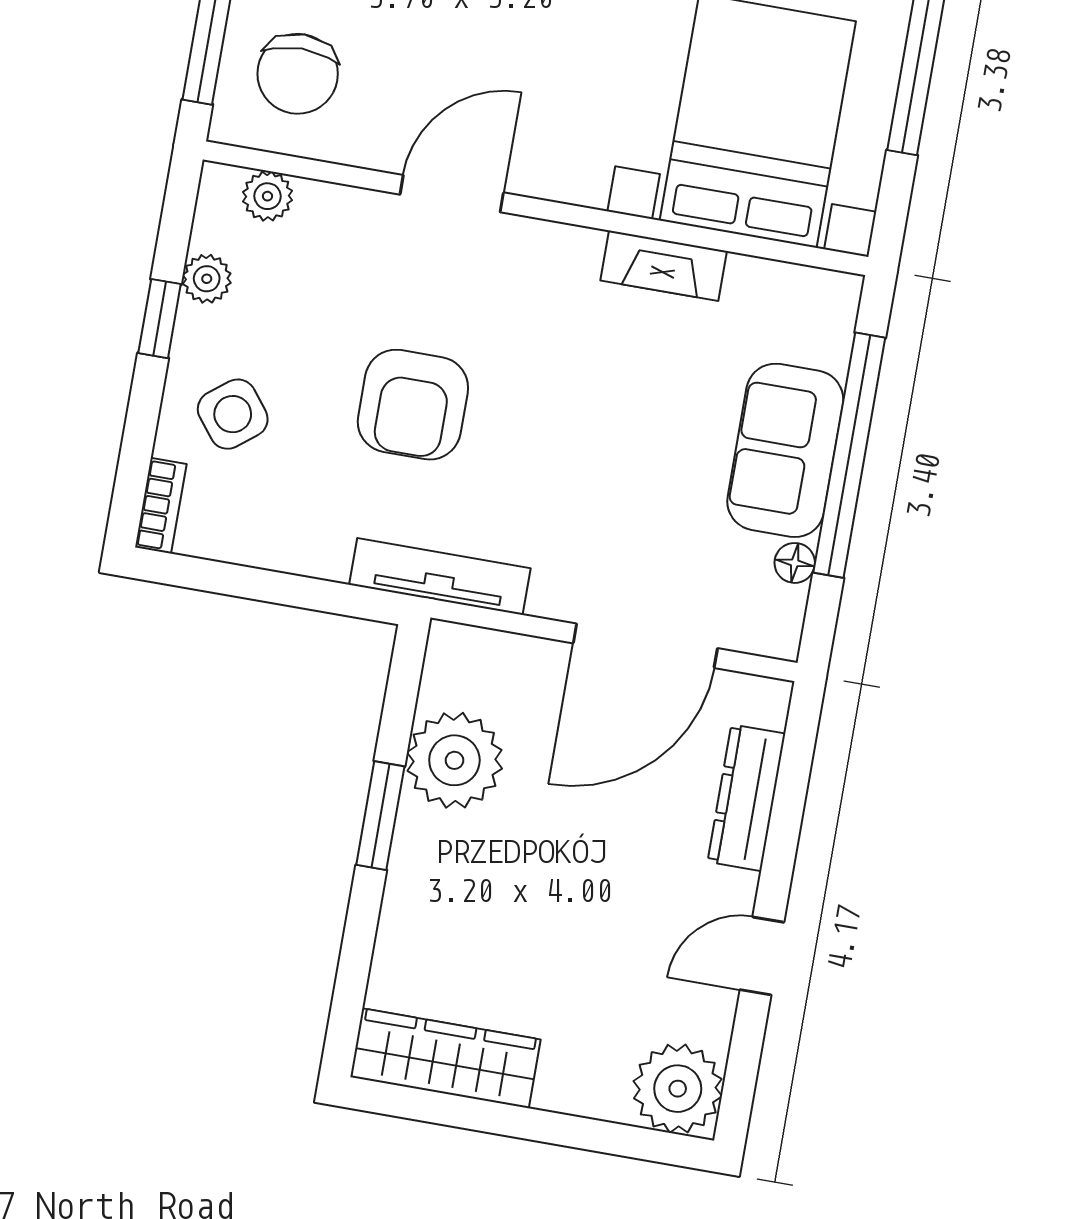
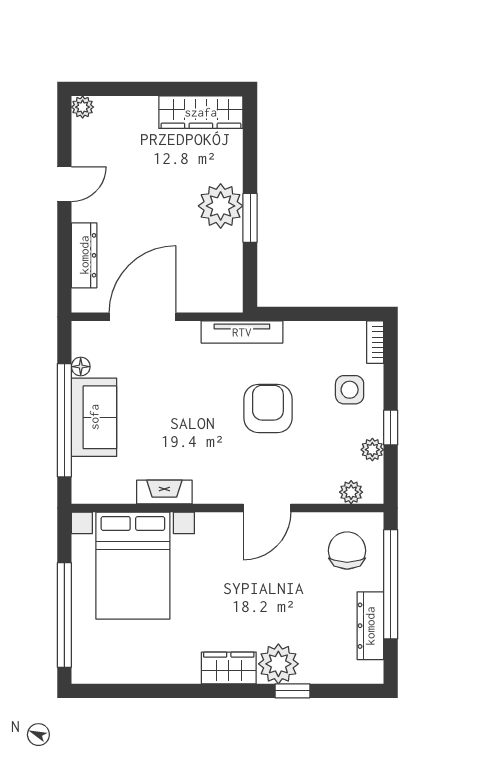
side table: (233, 414) -> (350, 390), turned 38
plant: (454, 760) -> (221, 206), moved
plant: (678, 1089) -> (83, 107), width x0.53, depth x0.53

